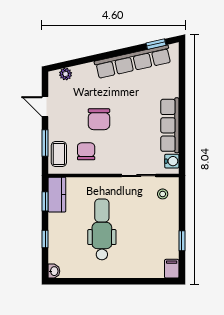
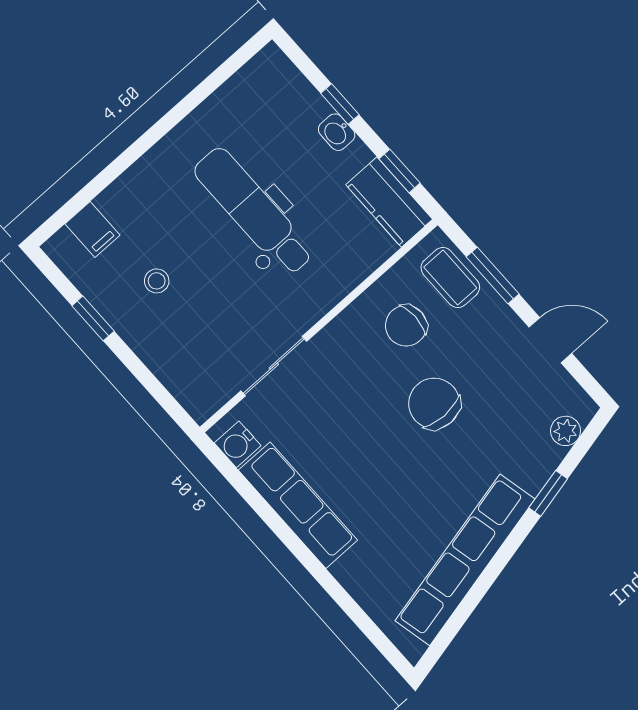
window: (156, 44) -> (548, 493), moved
chair: (86, 151) -> (406, 326), turned 90
stool: (163, 194) -> (157, 281), moved
dental chair: (102, 229) -> (254, 211), turned 180
filing cabinet: (172, 269) -> (92, 229), moved
washbasin: (54, 271) -> (337, 132), moved

